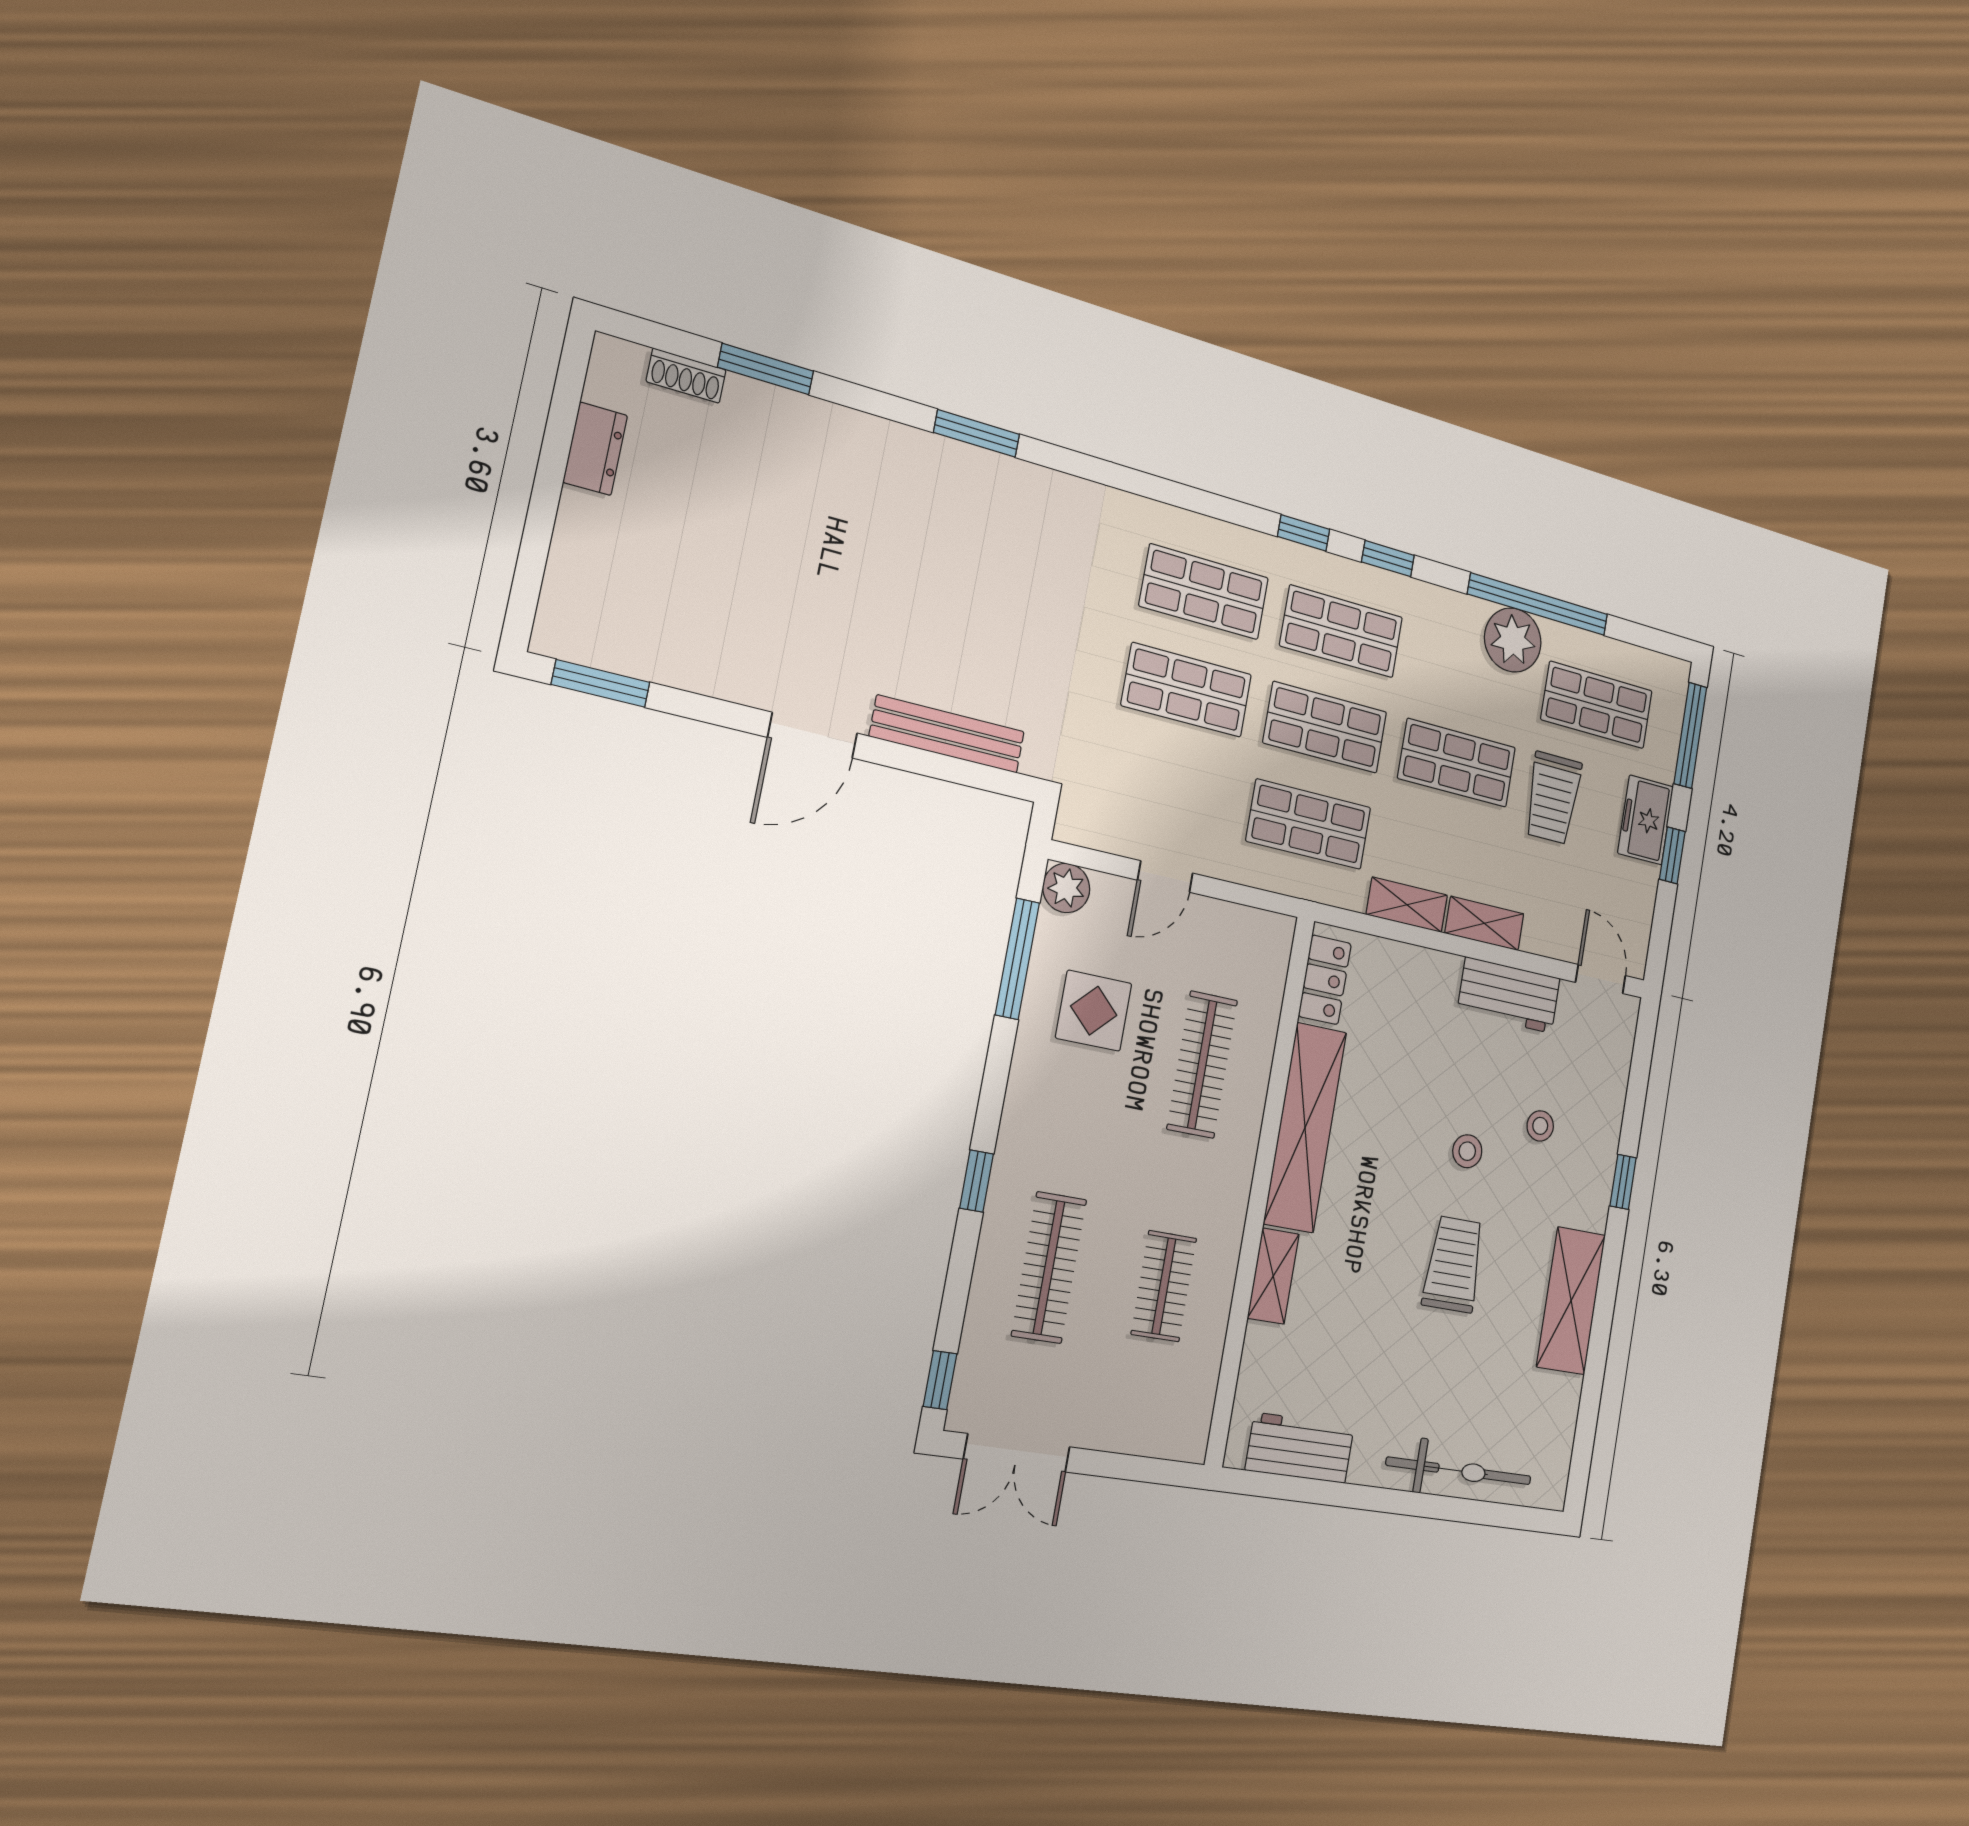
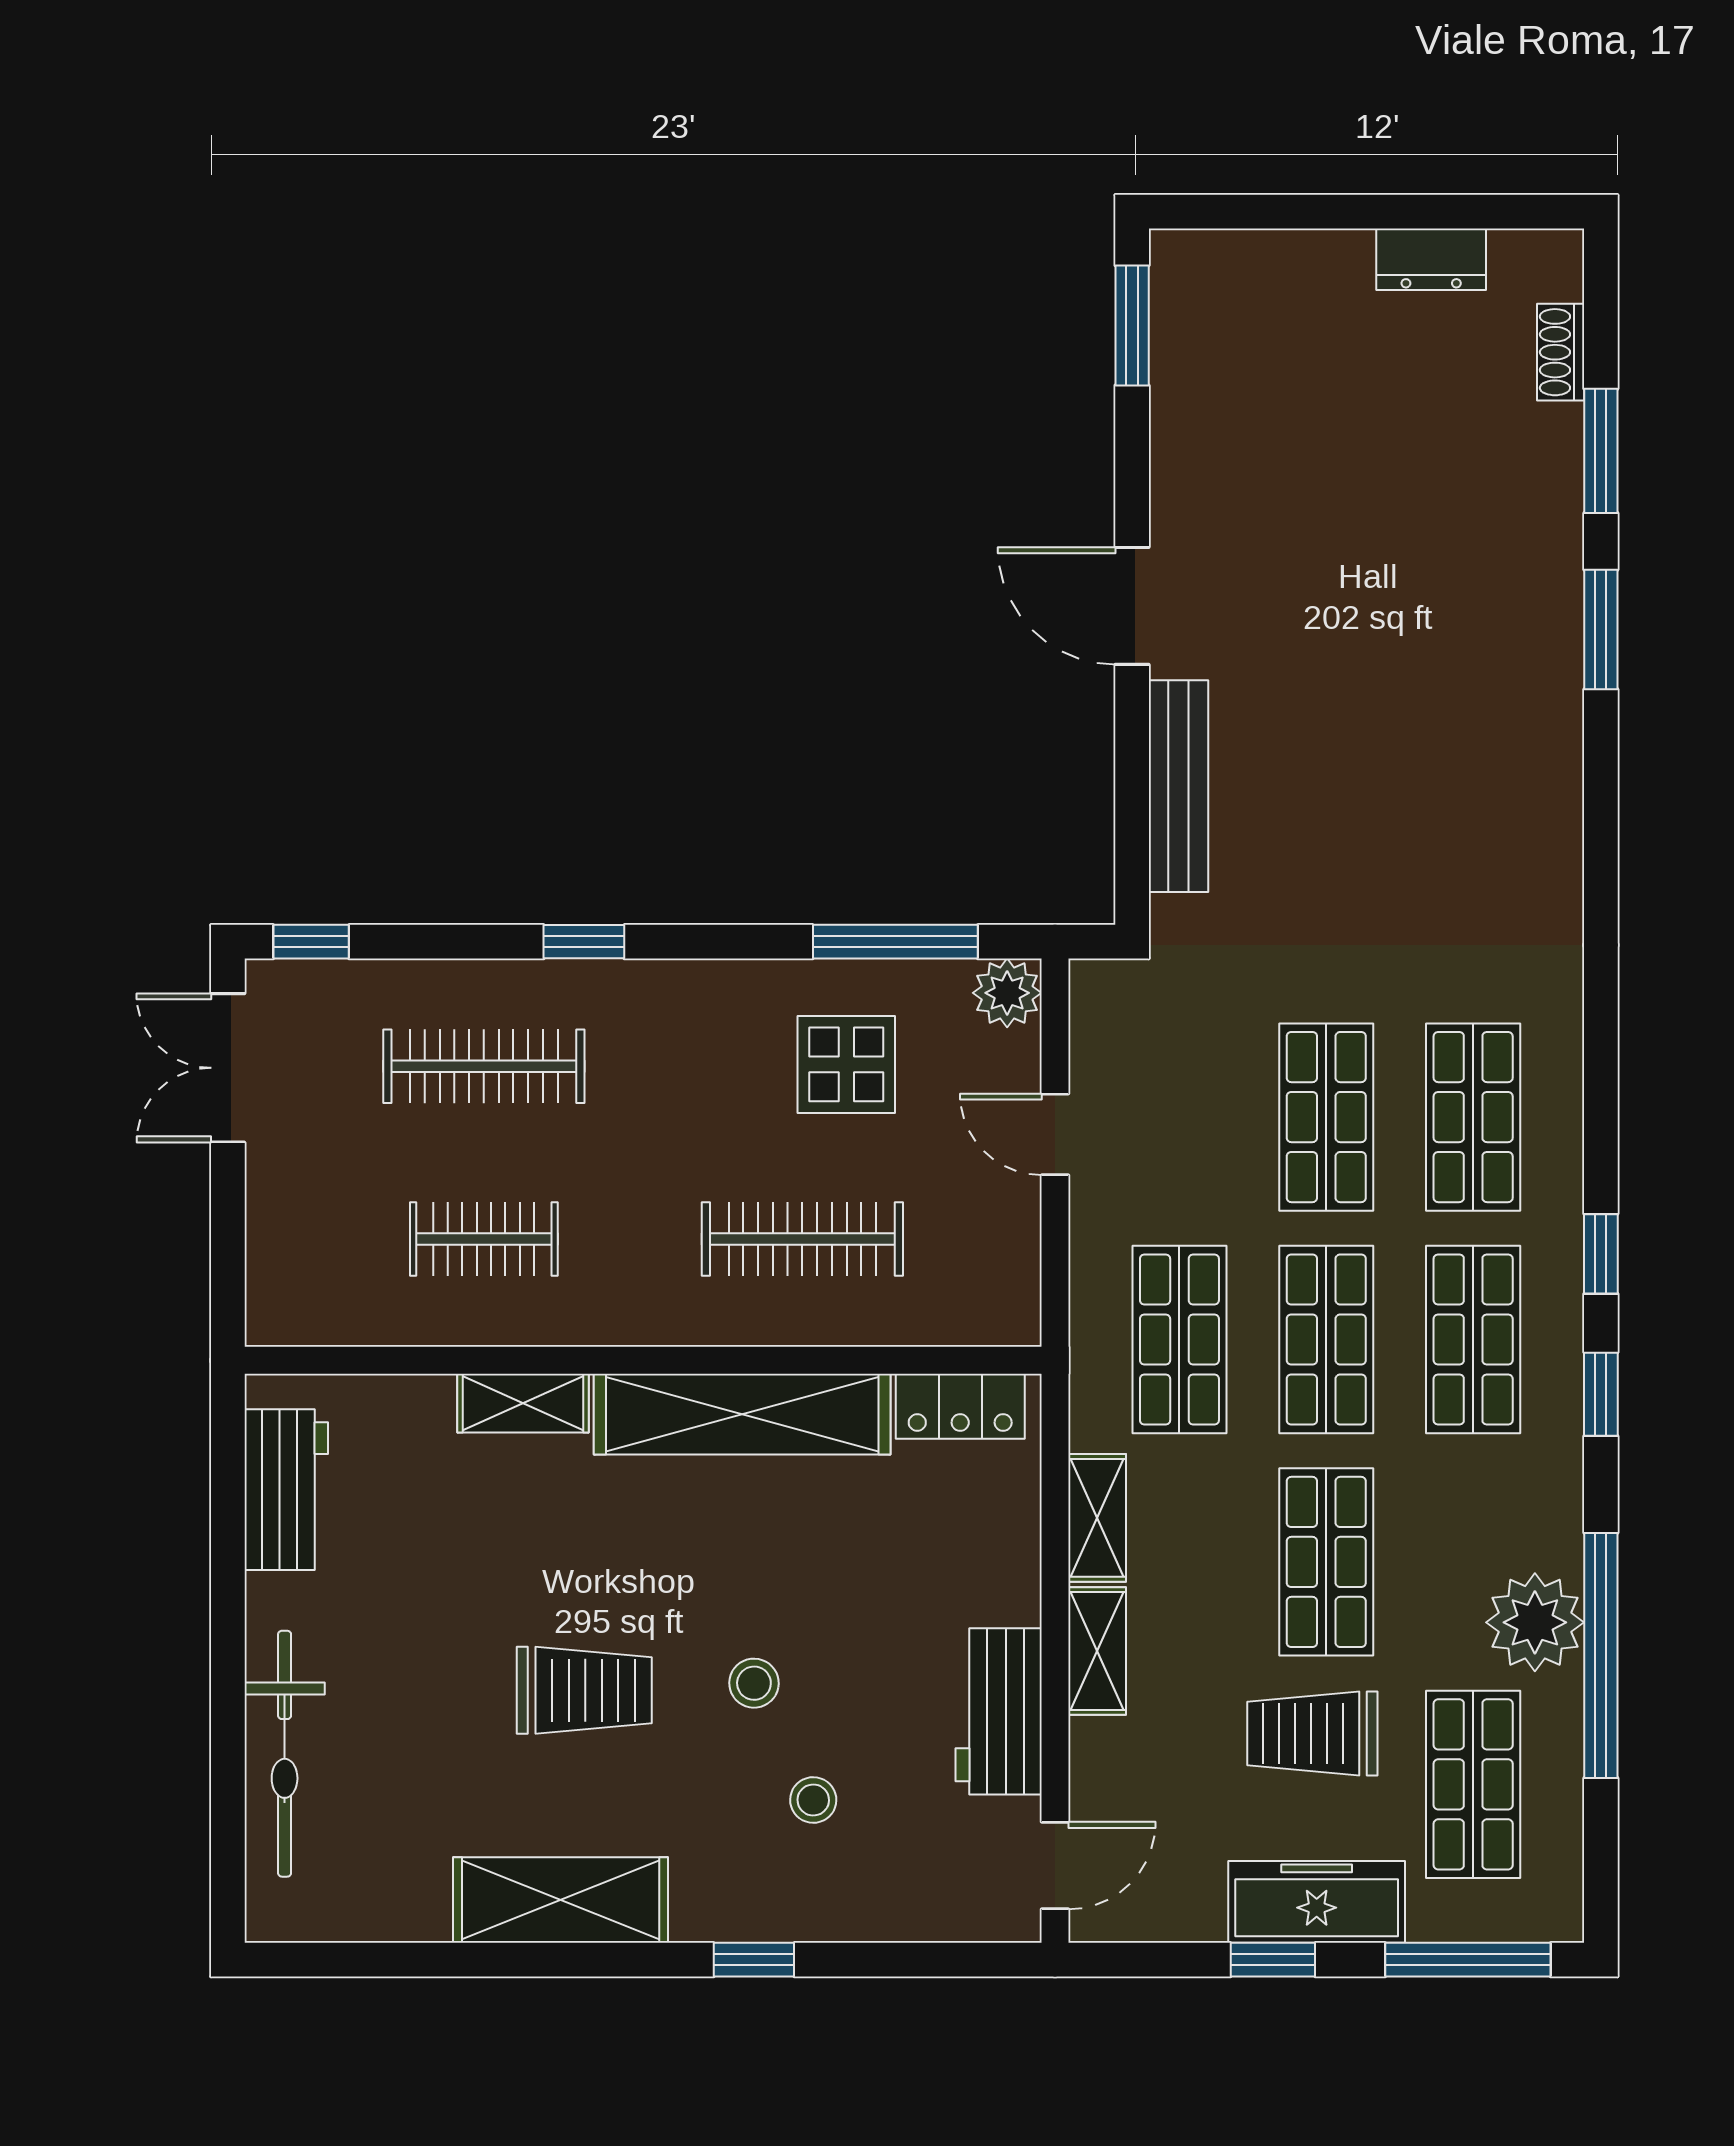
window: (977, 433) -> (1601, 630), moved
freezer: (1645, 820) -> (1317, 1902), width x1.40

